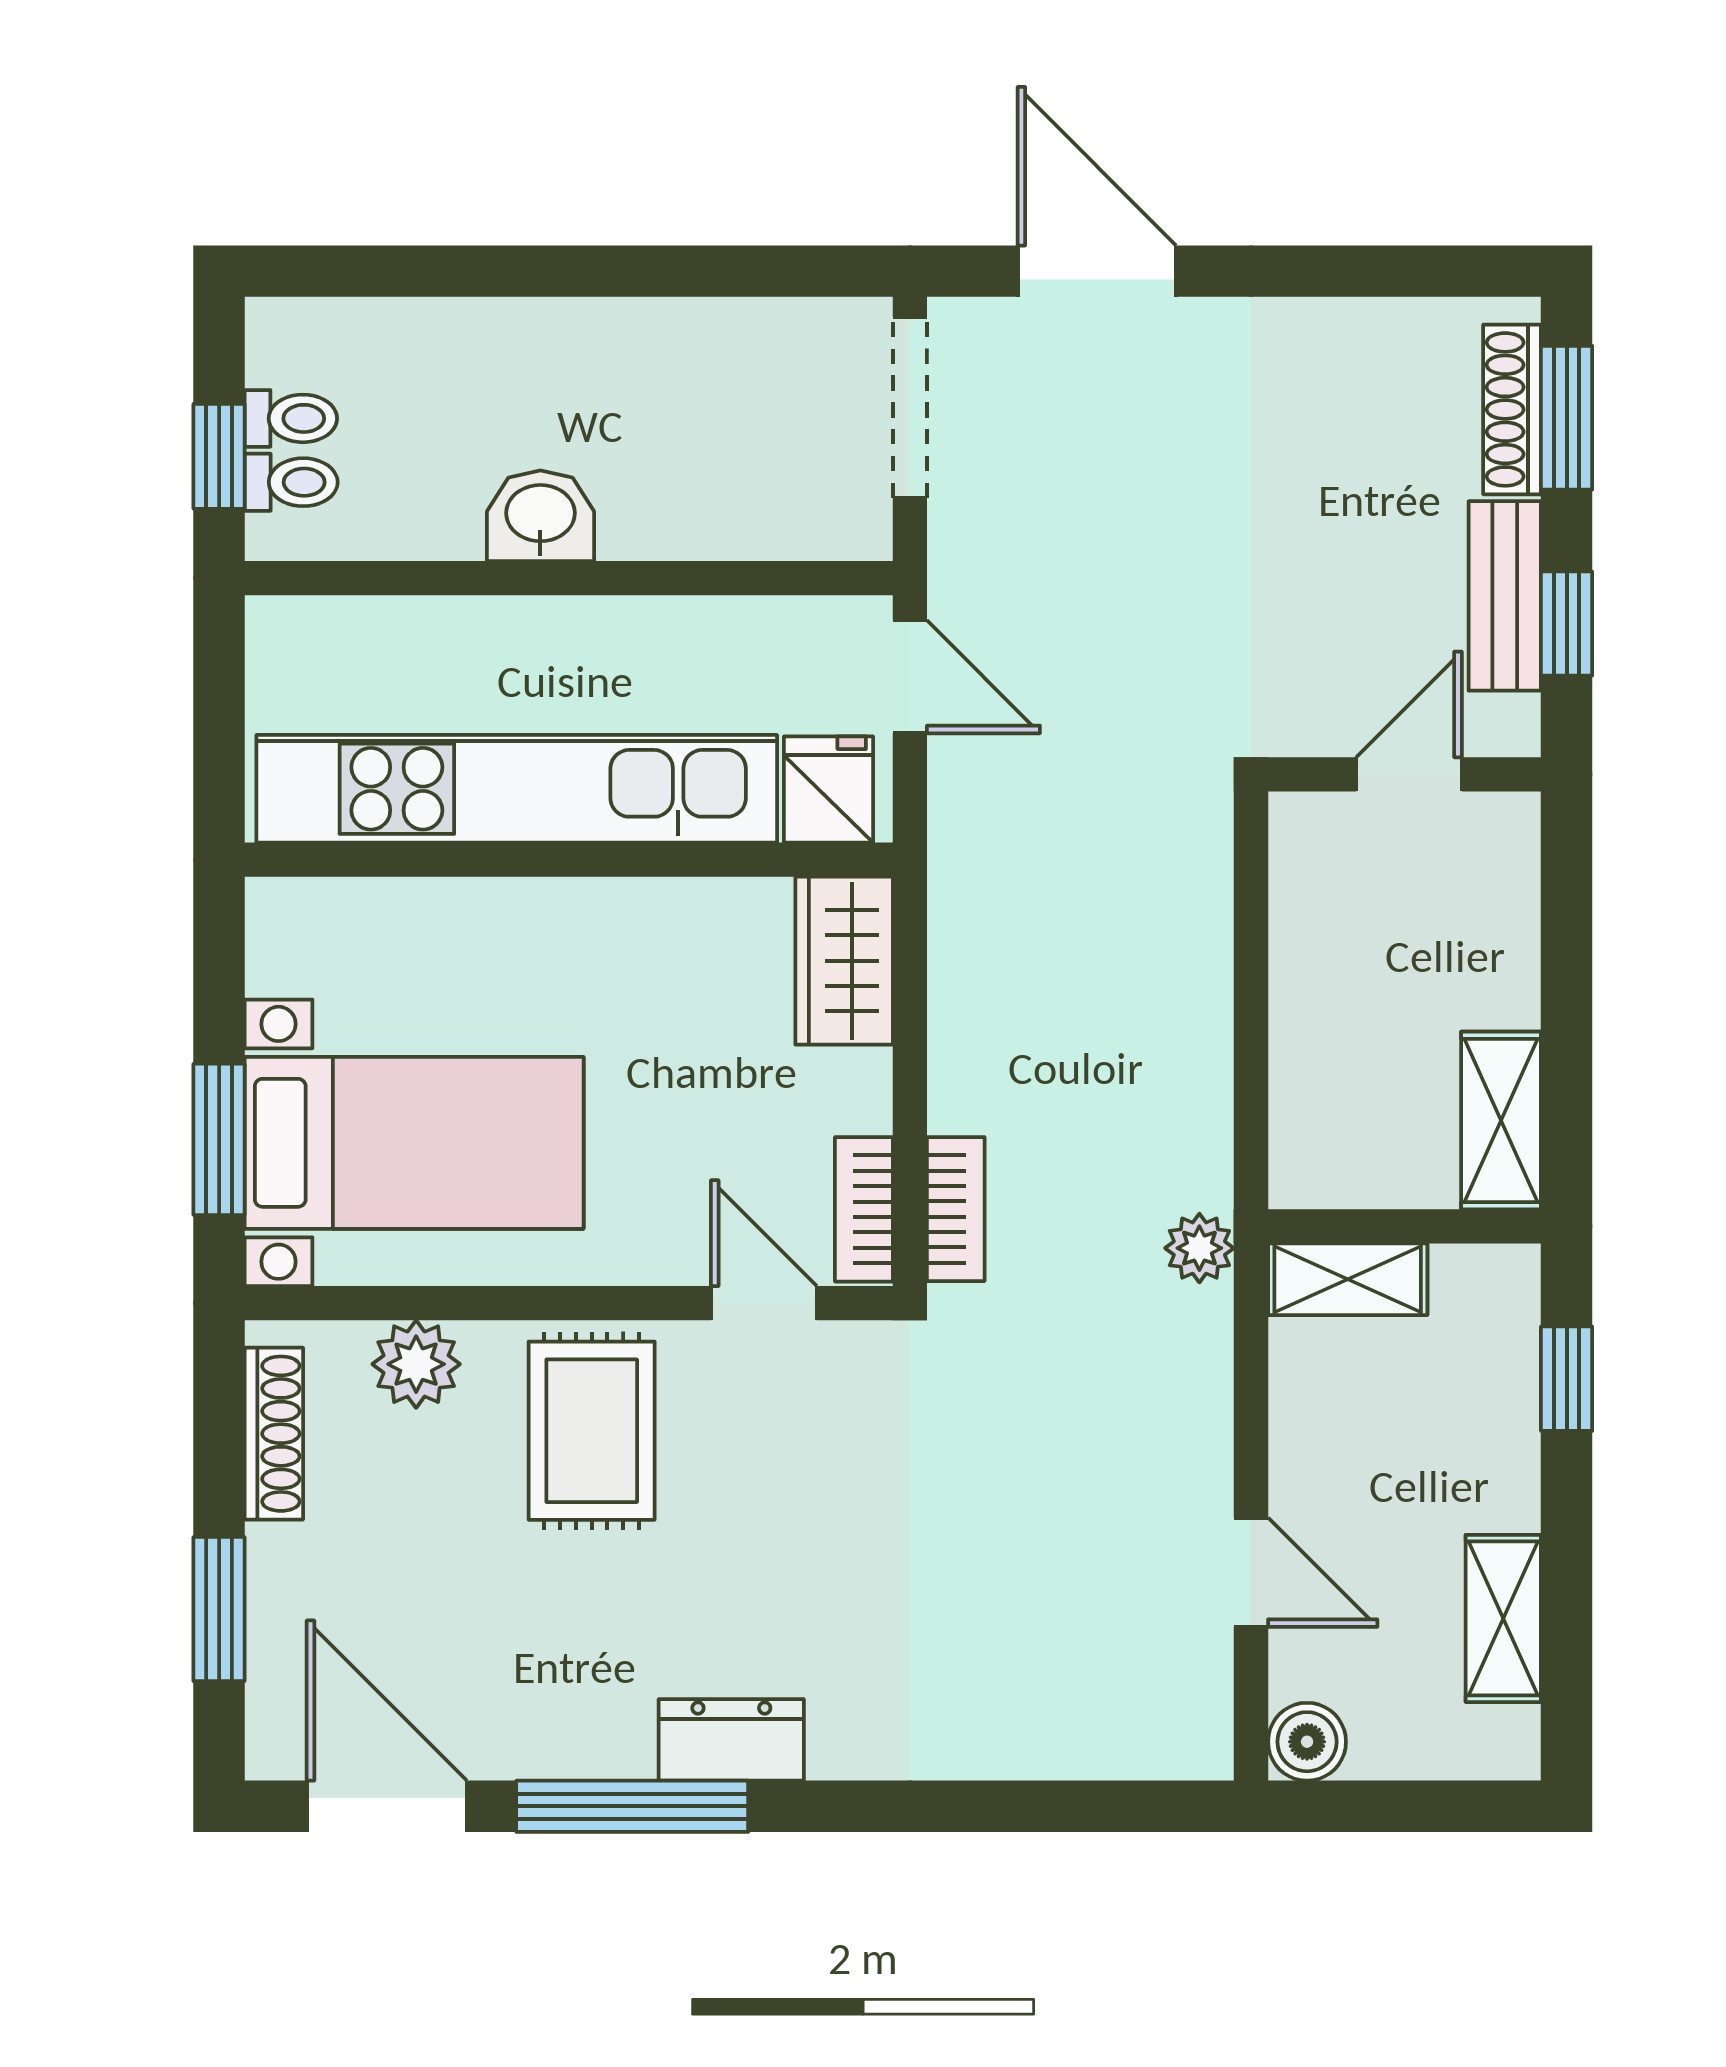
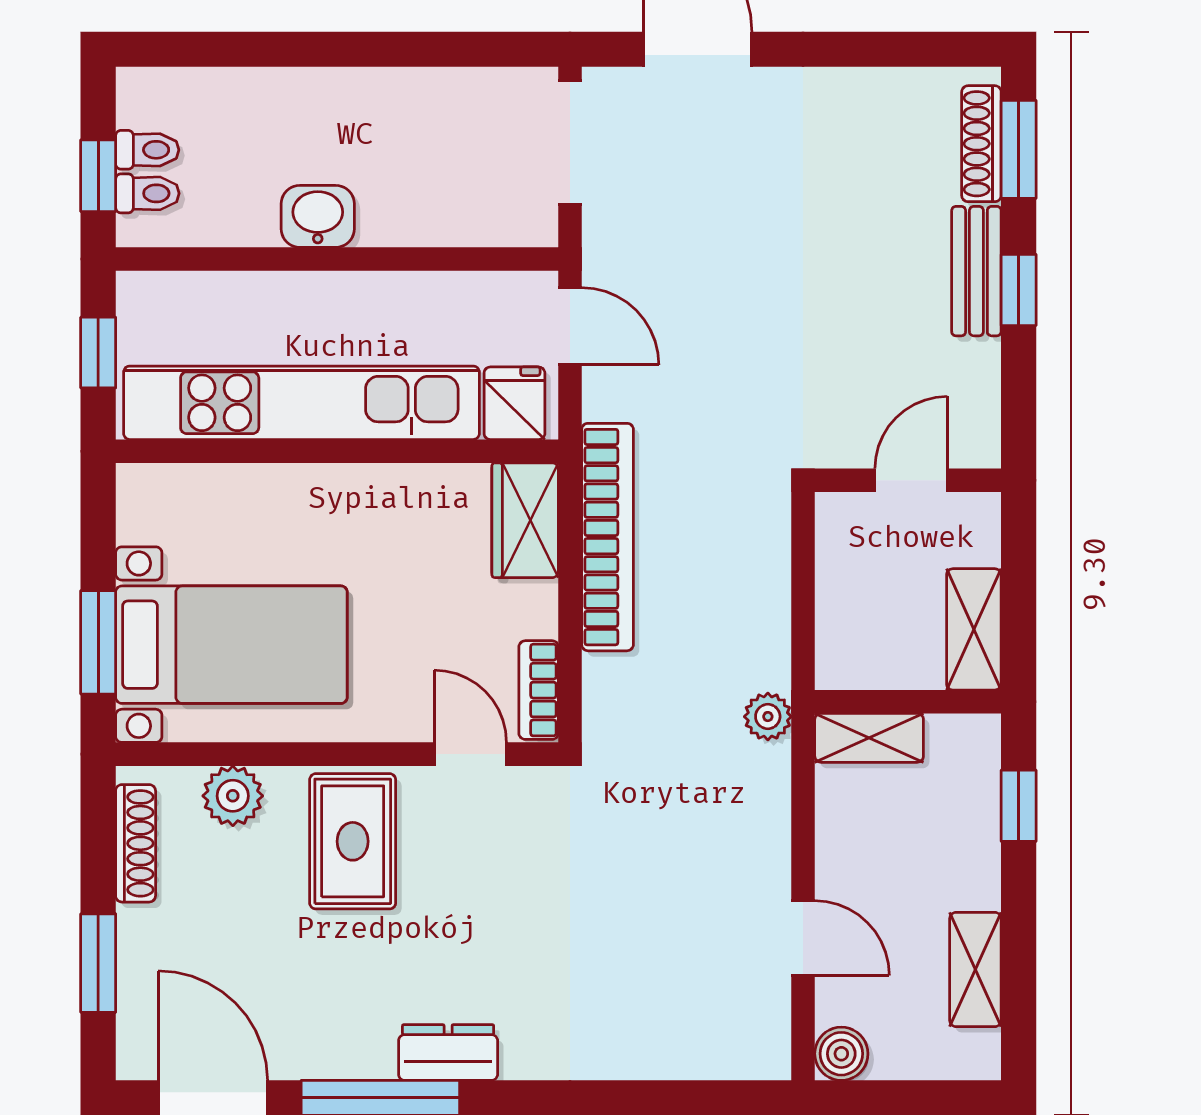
window: (219, 715) -> (98, 353), added
wall: (1405, 774) -> (908, 480), moved
door: (1409, 774) -> (911, 480), moved
bookcase: (956, 1209) -> (608, 537), moved, width x2.31, depth x1.31

